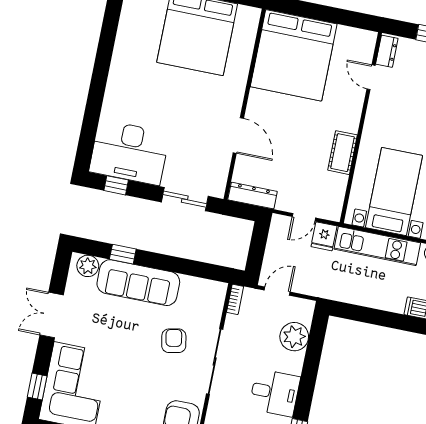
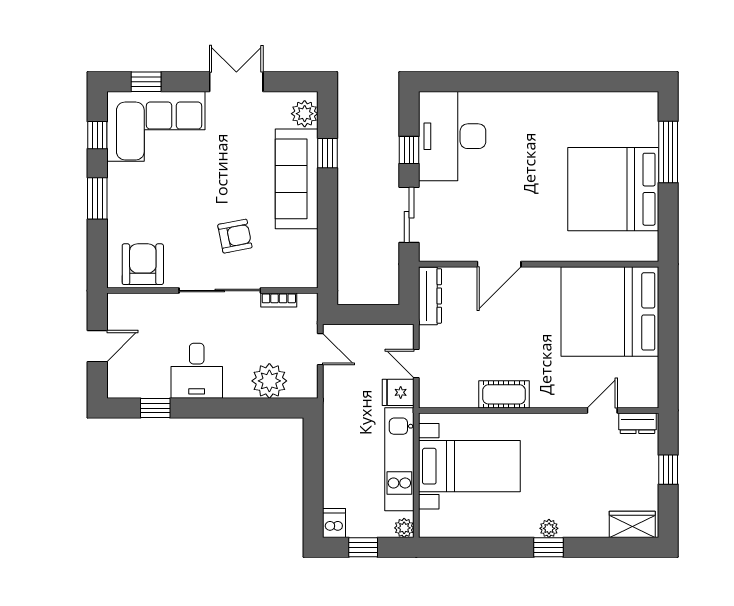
window: (116, 185) -> (409, 150), moved
bookcase: (235, 299) -> (279, 300), moved

